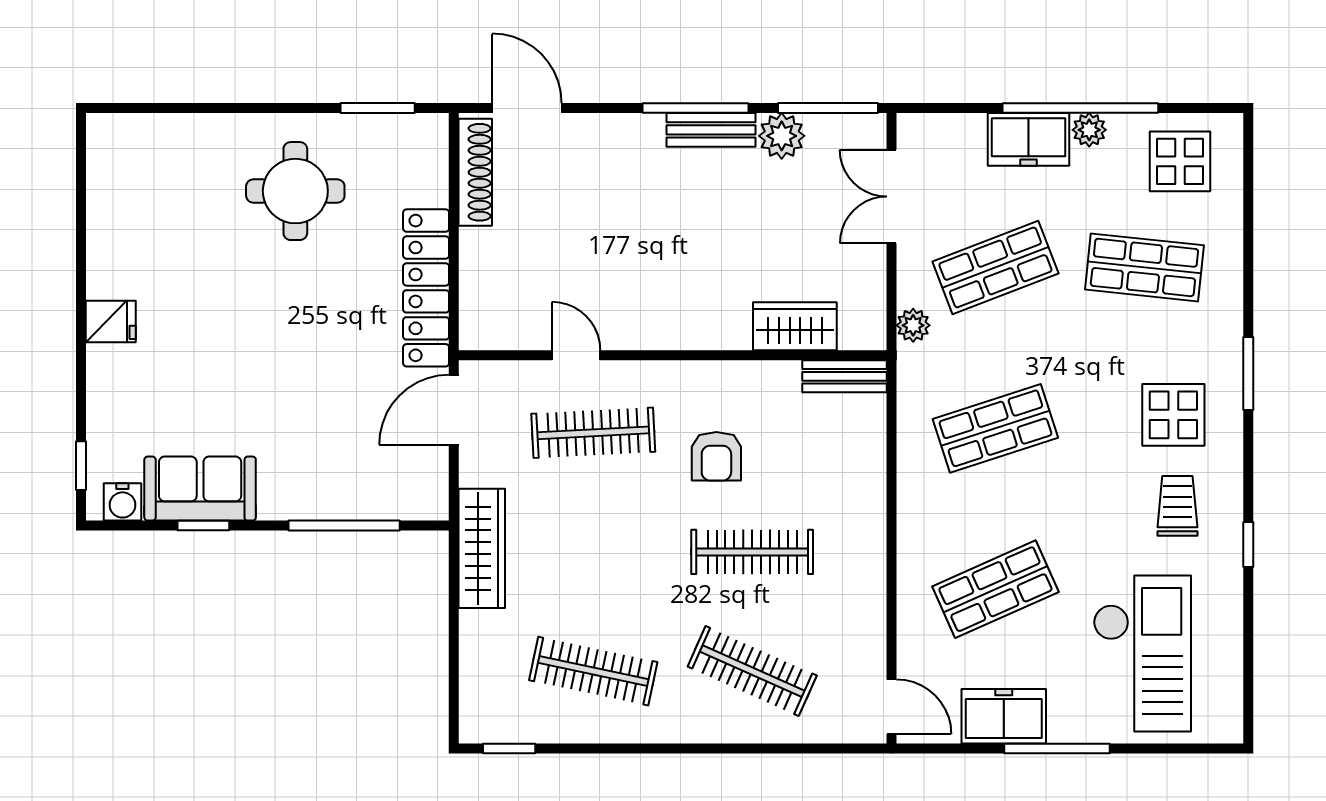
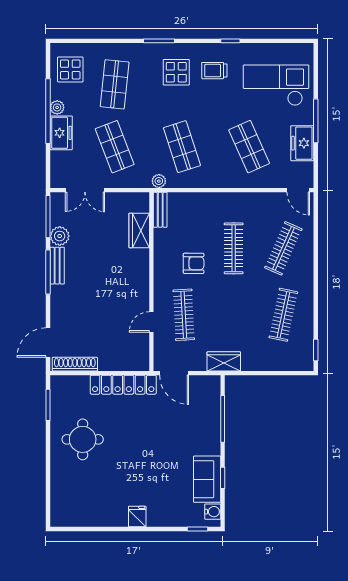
plant: (913, 325) -> (159, 181), moved
wardrobe: (482, 548) -> (224, 361), width x0.67
door: (892, 707) -> (298, 190), swing flipped

